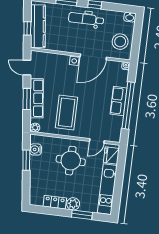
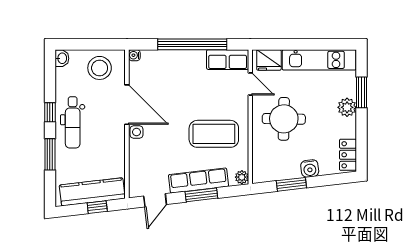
row of seats: (118, 101) -> (228, 60), moved
water cooler: (36, 149) -> (310, 168), moved
locker: (55, 202) -> (348, 155), moved

